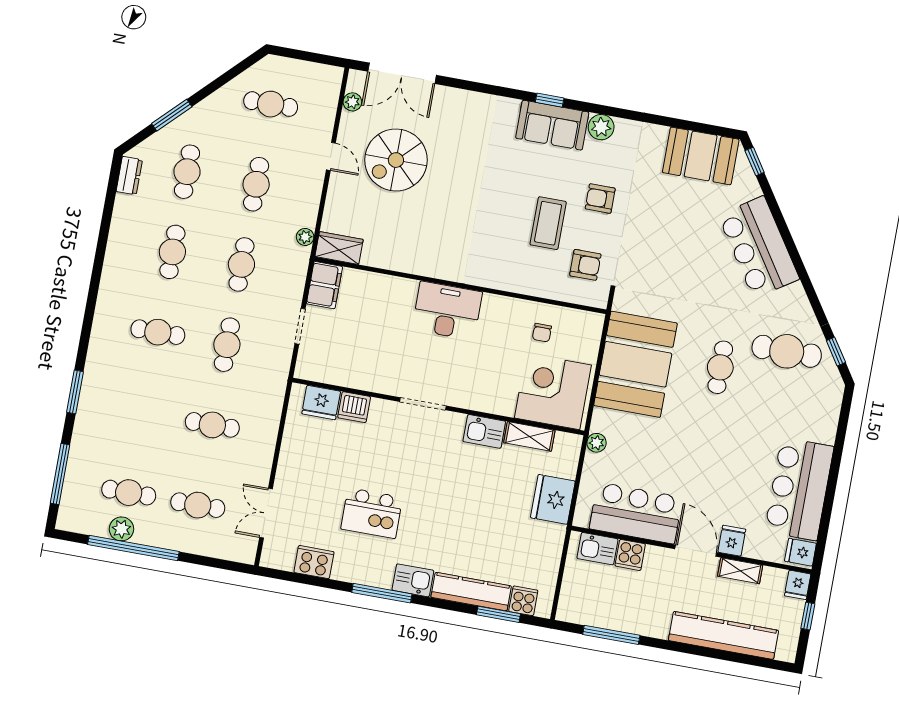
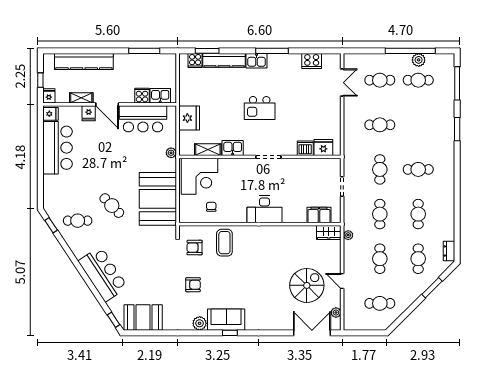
coffee table: (548, 223) -> (224, 243), moved
filing cabinet: (324, 285) -> (319, 215), moved, turned 90
cafe table: (787, 351) -> (78, 221), width x0.73, depth x0.74
cafe table: (720, 367) -> (112, 206), turned -44
kitchen island: (372, 513) -> (260, 108), moved, turned 180

